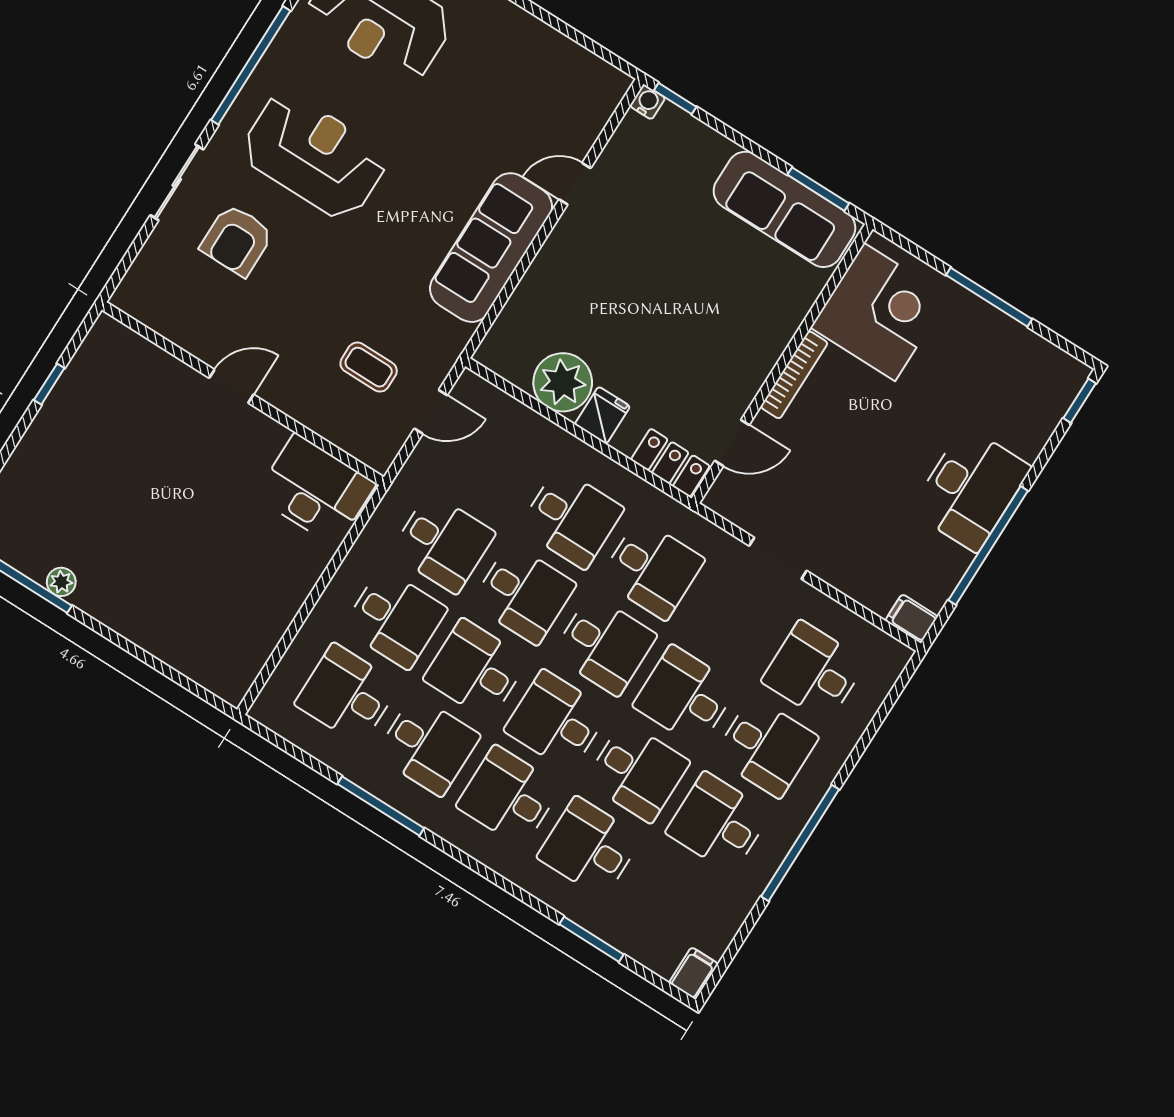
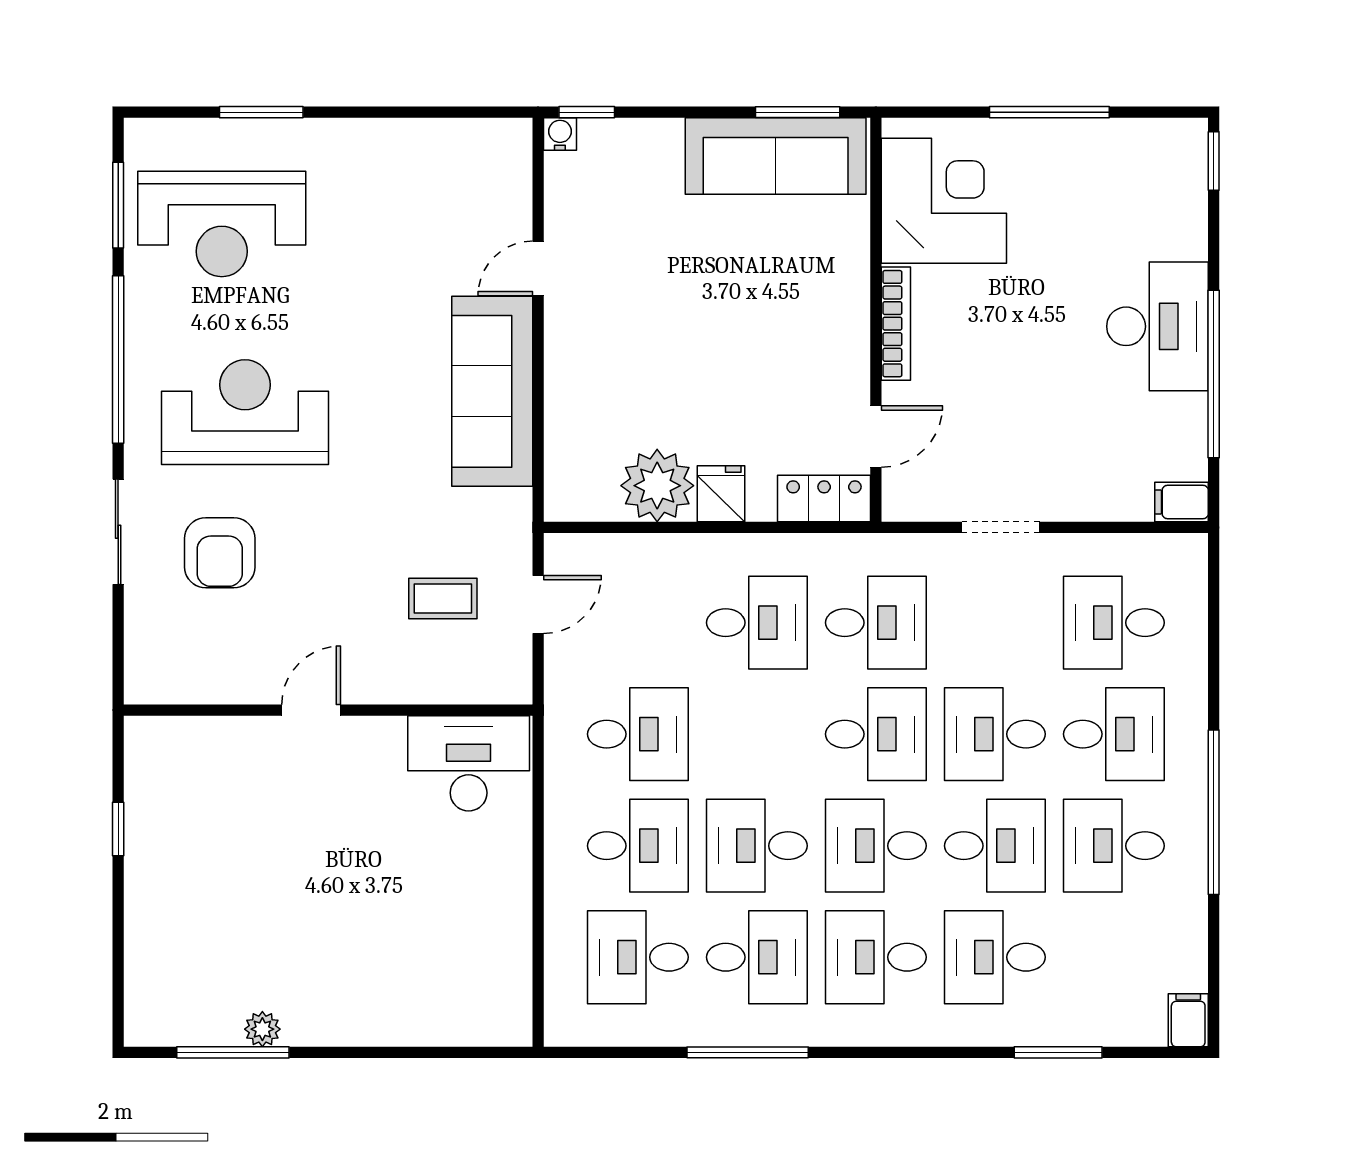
desk: (524, 594) -> (757, 734), removed

